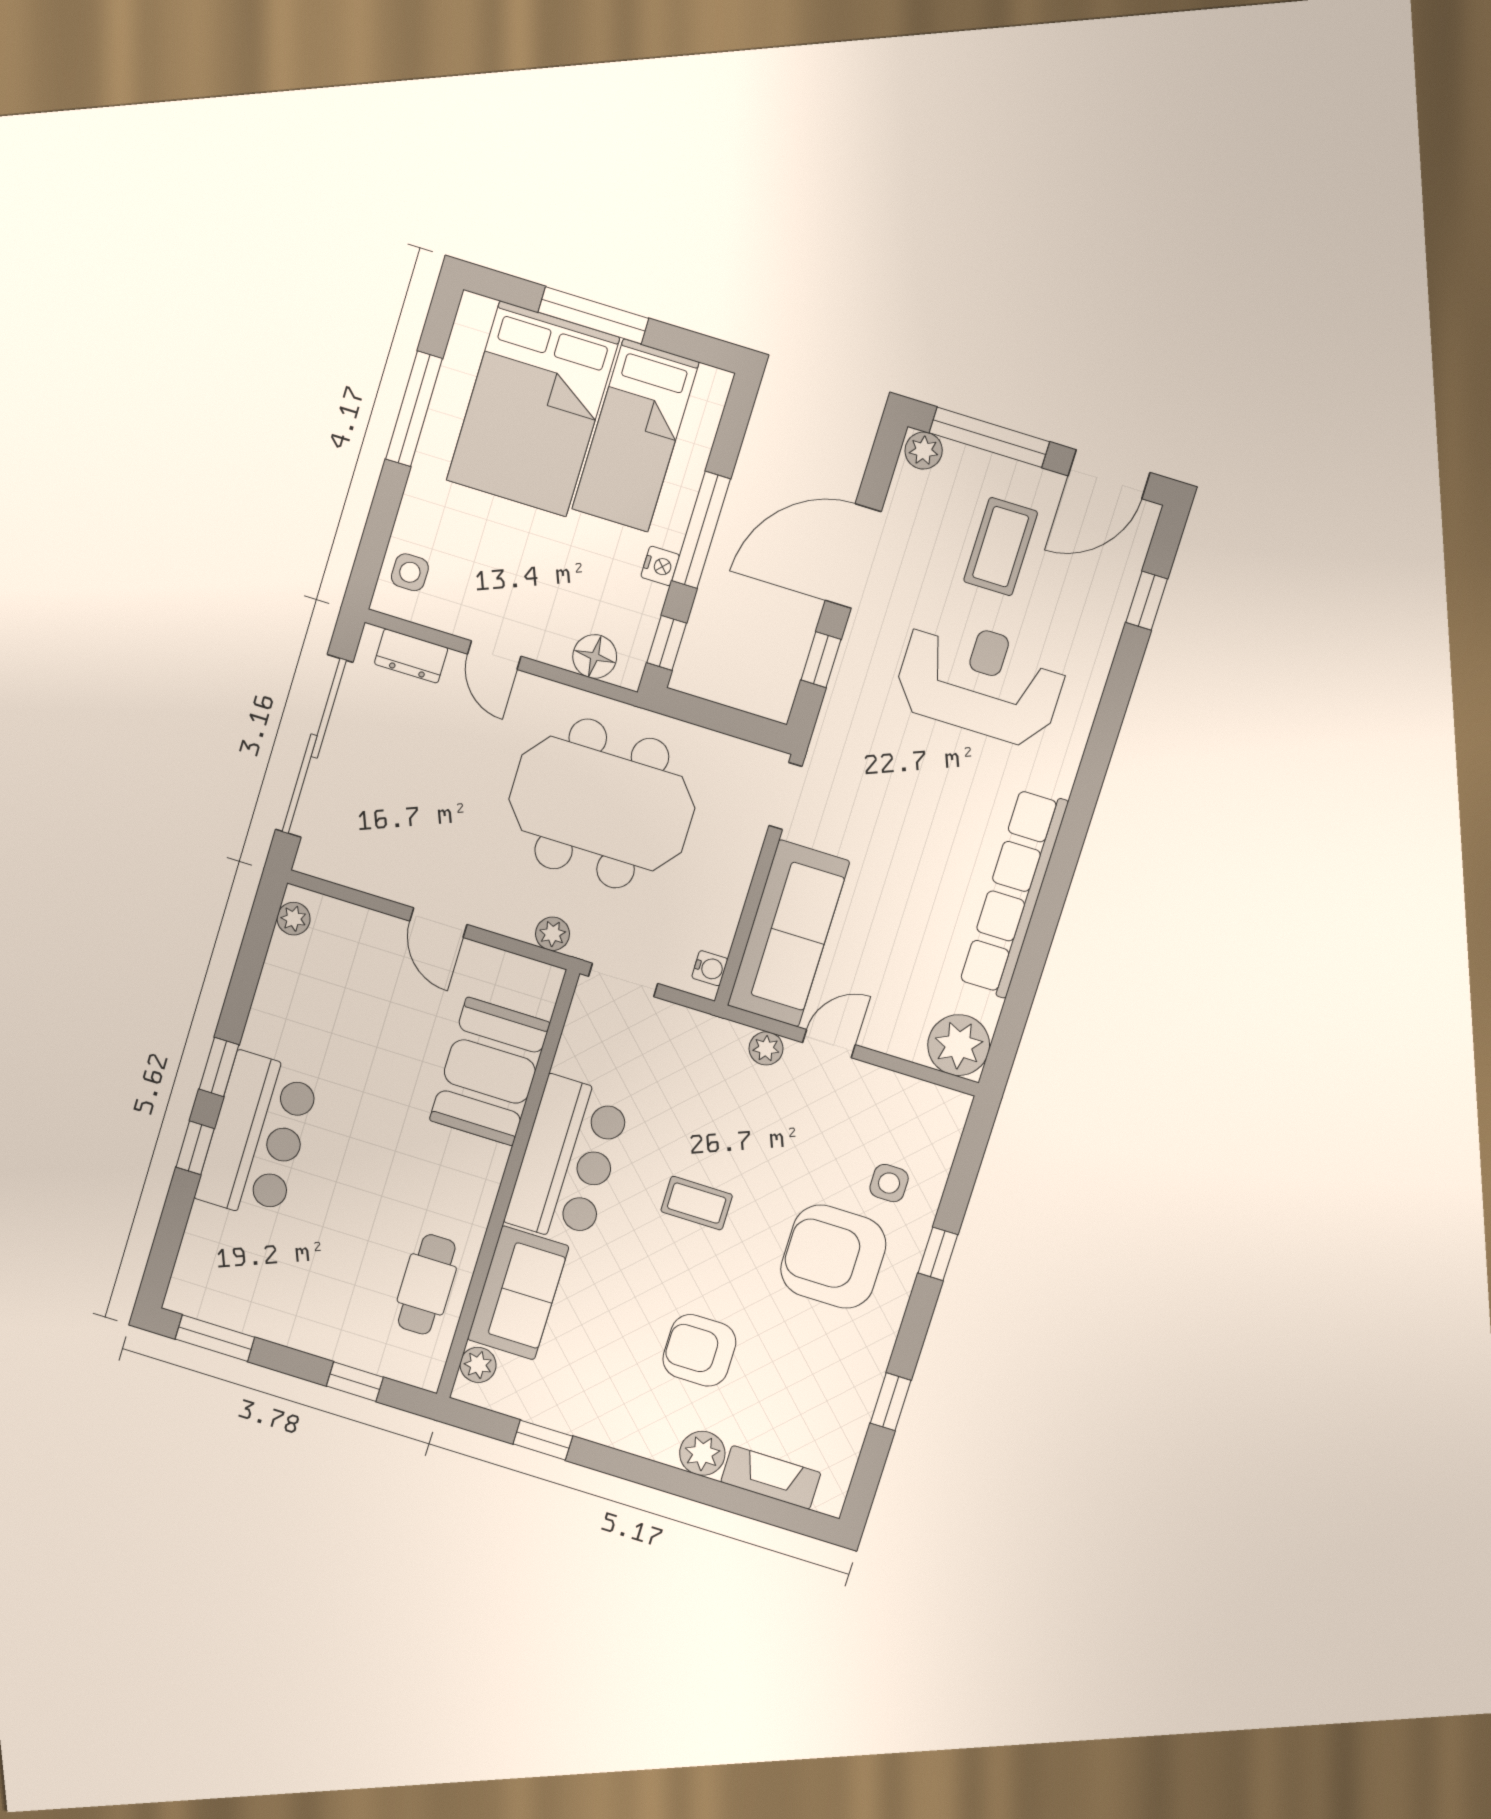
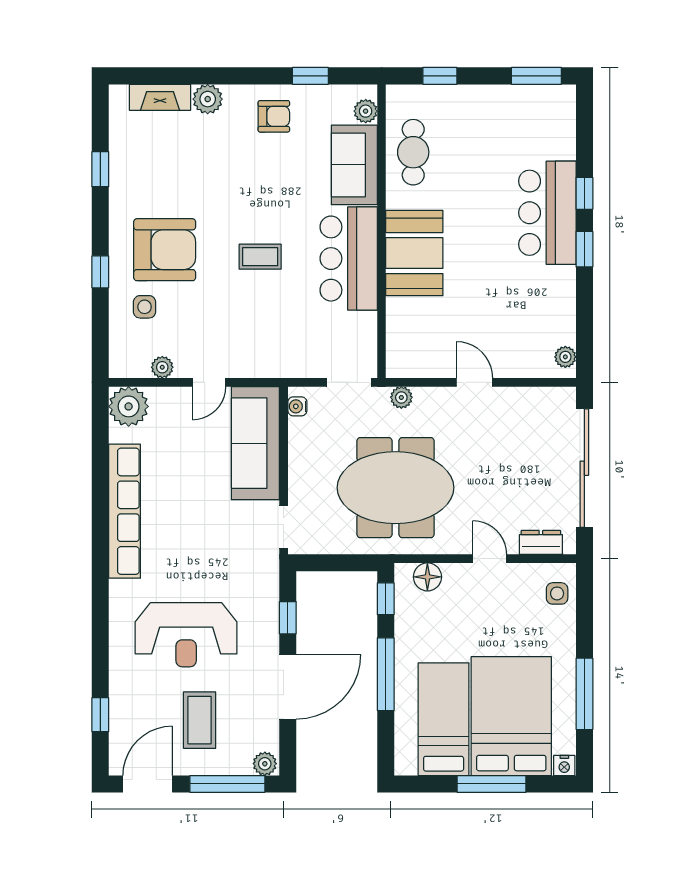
nightstand: (660, 566) -> (564, 766), moved, turned -90
plant: (766, 1048) -> (162, 367), moved
booth: (490, 1071) -> (414, 253), moved
armchair: (699, 1350) -> (274, 116), moved, width x0.72, depth x0.72

